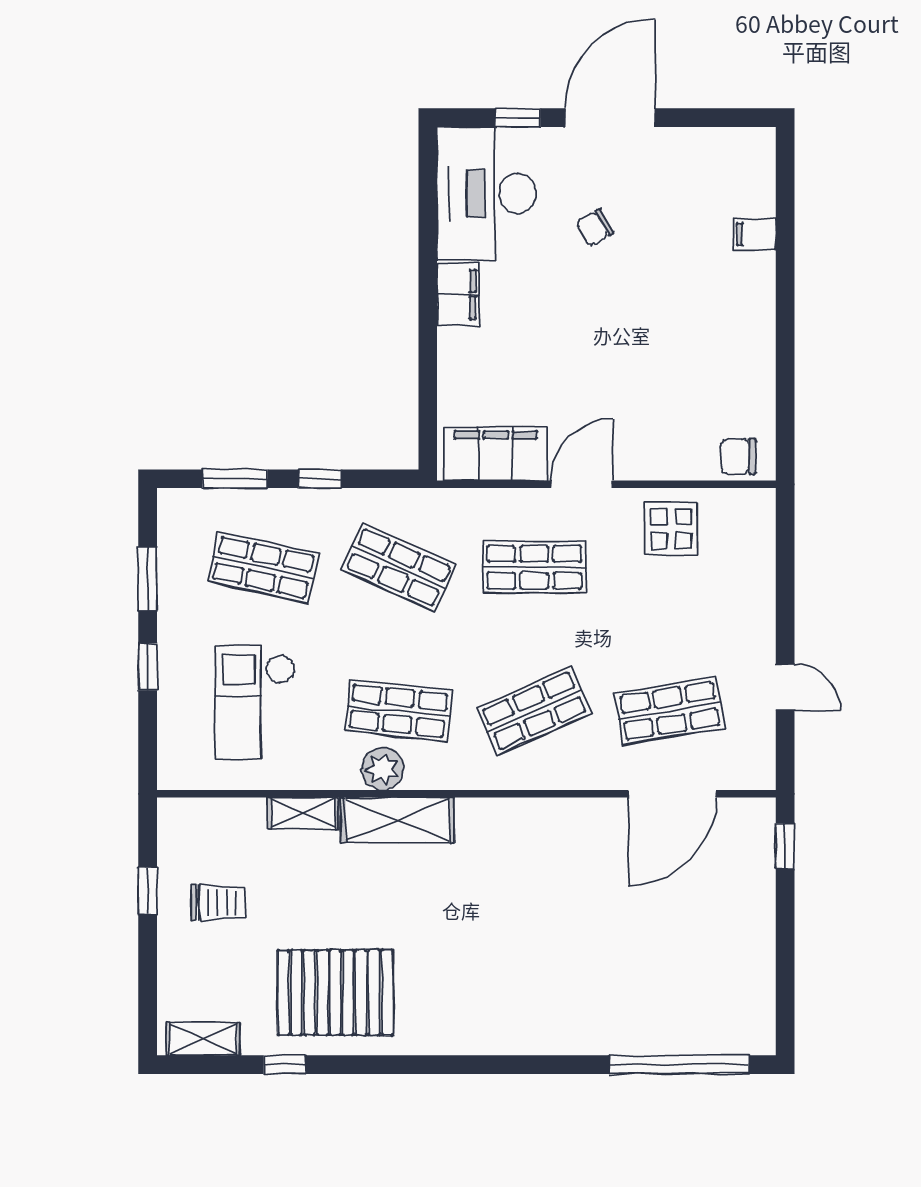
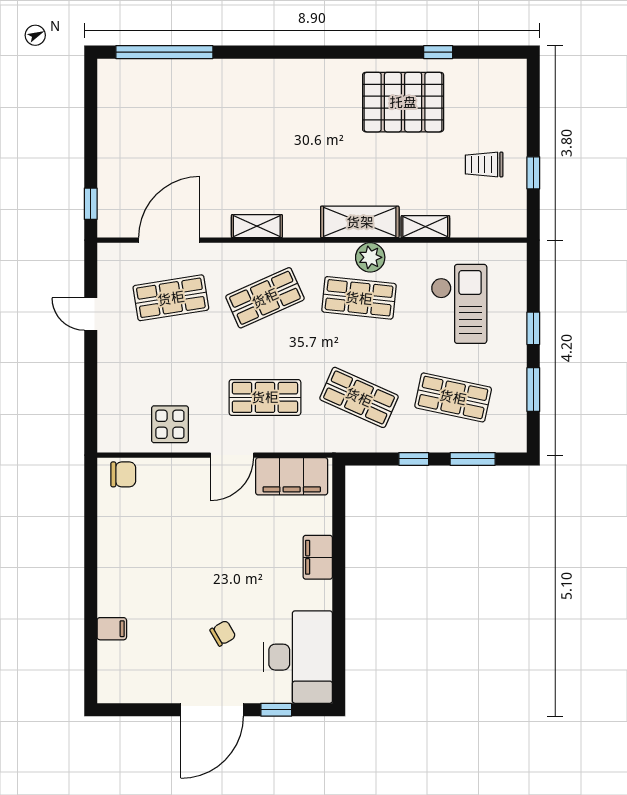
filing cabinet: (458, 294) -> (318, 557), moved
shelving: (203, 1039) -> (257, 226), moved

